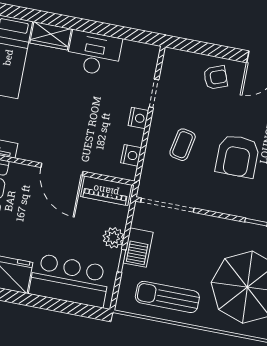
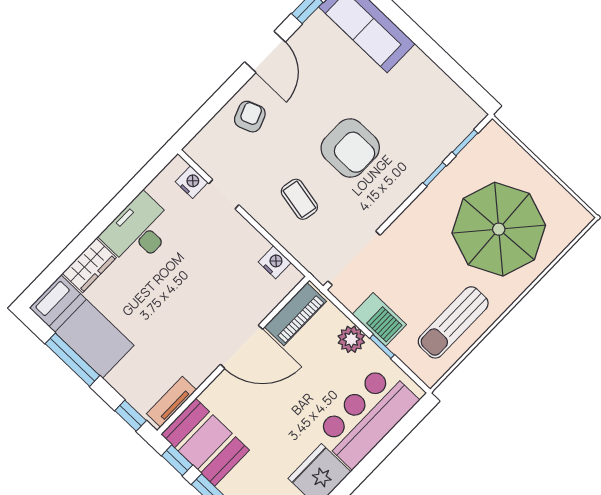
nightstand: (138, 118) -> (192, 182), moved

